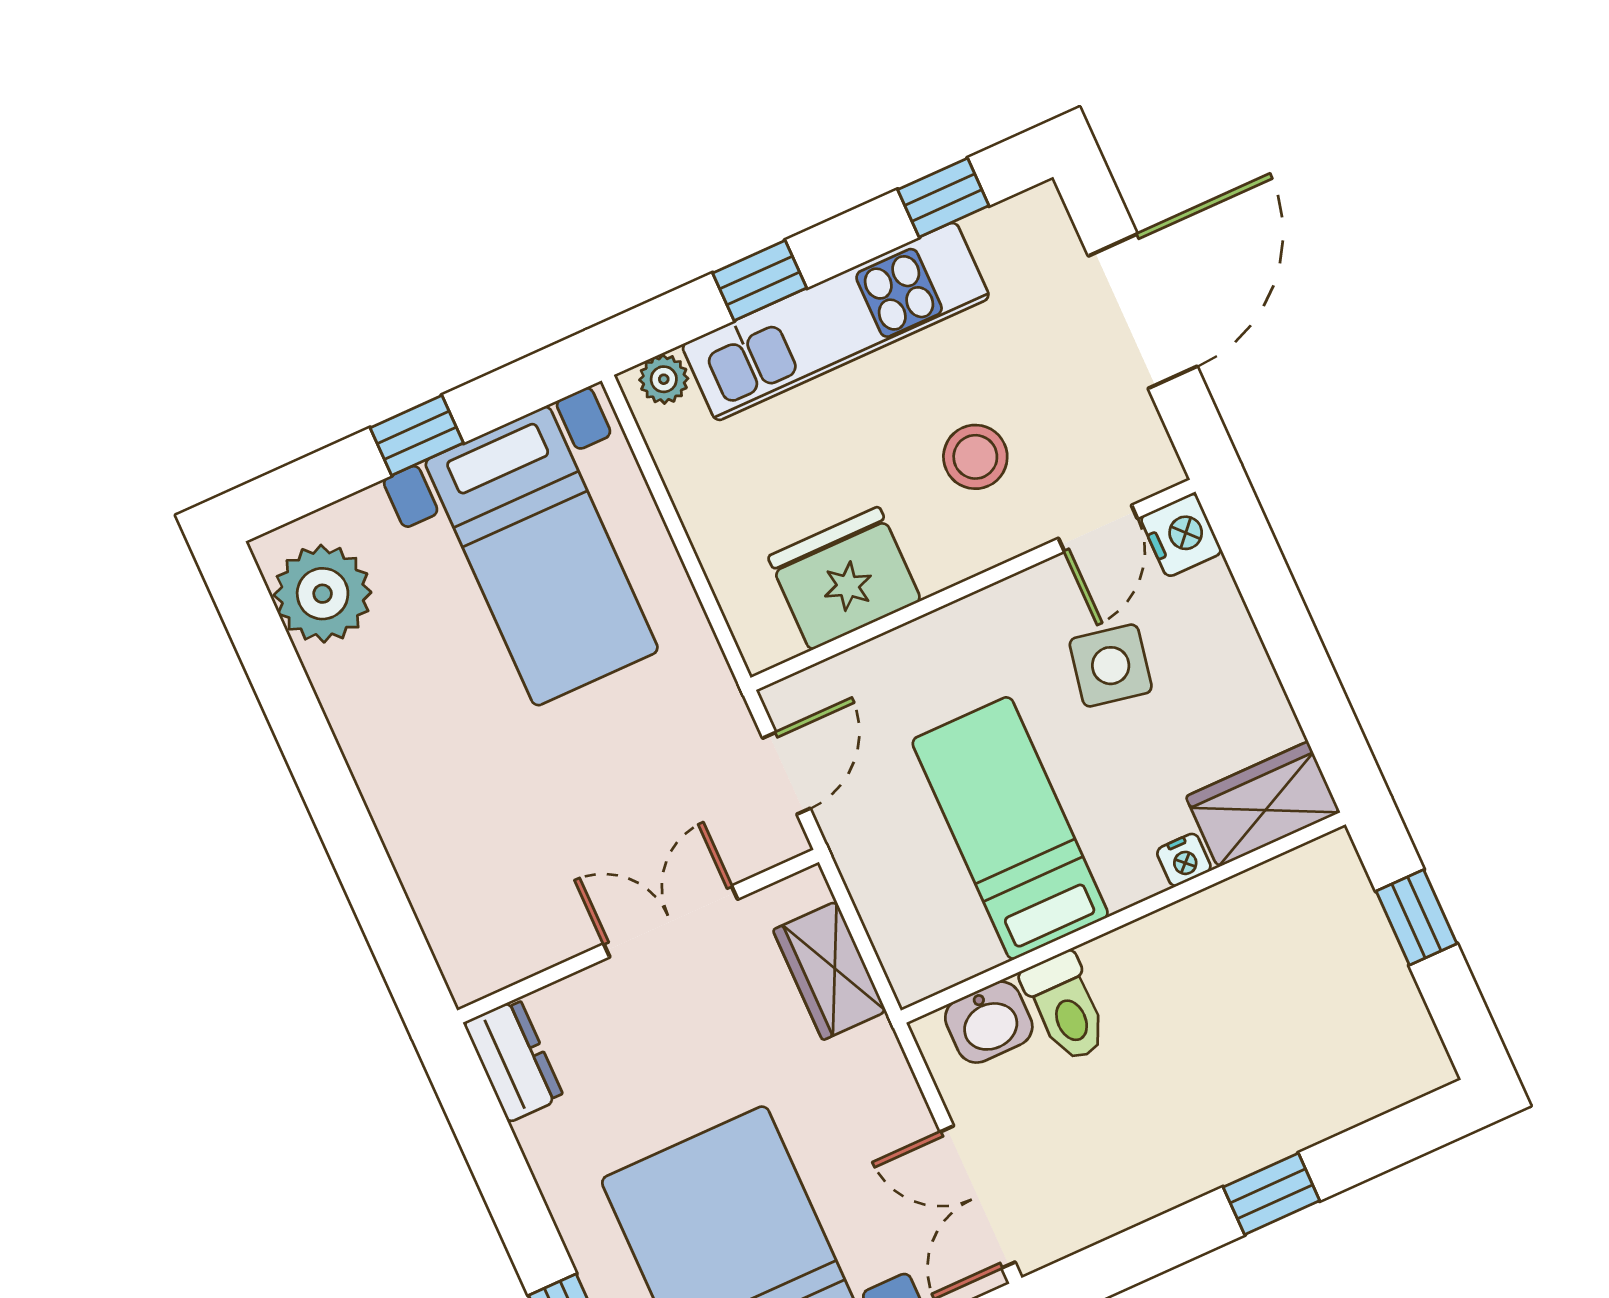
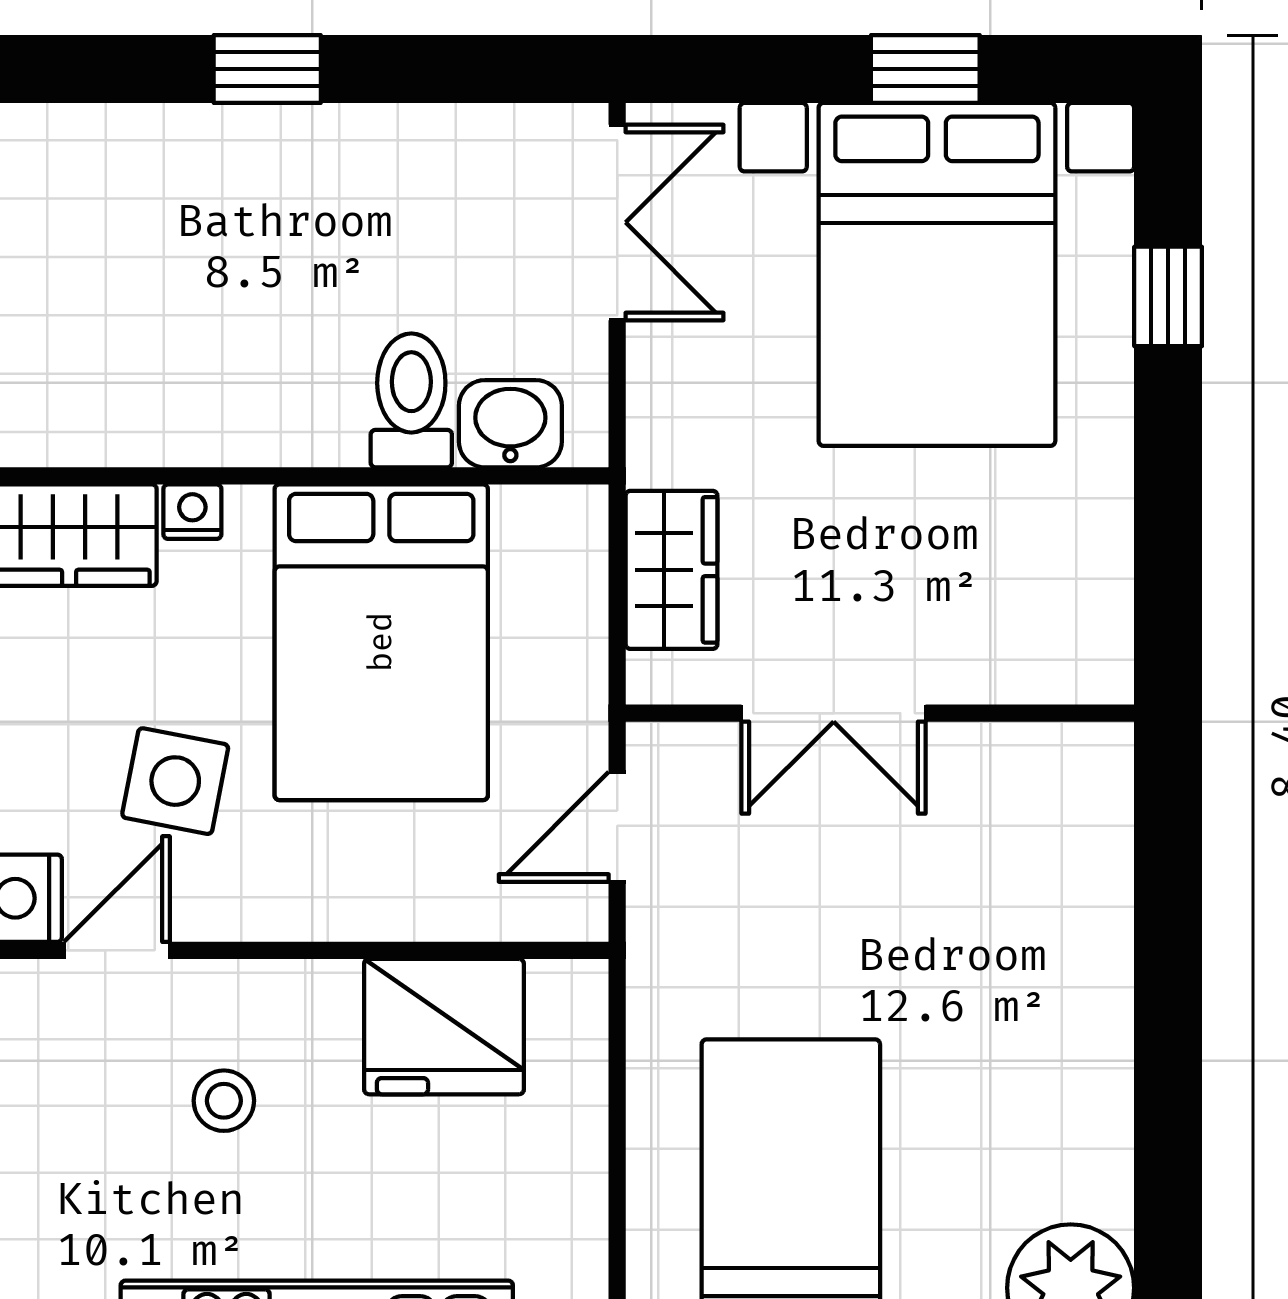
stool: (975, 457) -> (224, 1101), width x0.73, depth x0.73
bed: (1010, 828) -> (381, 642), width x1.50
dresser: (514, 1060) -> (1094, 633), removed

